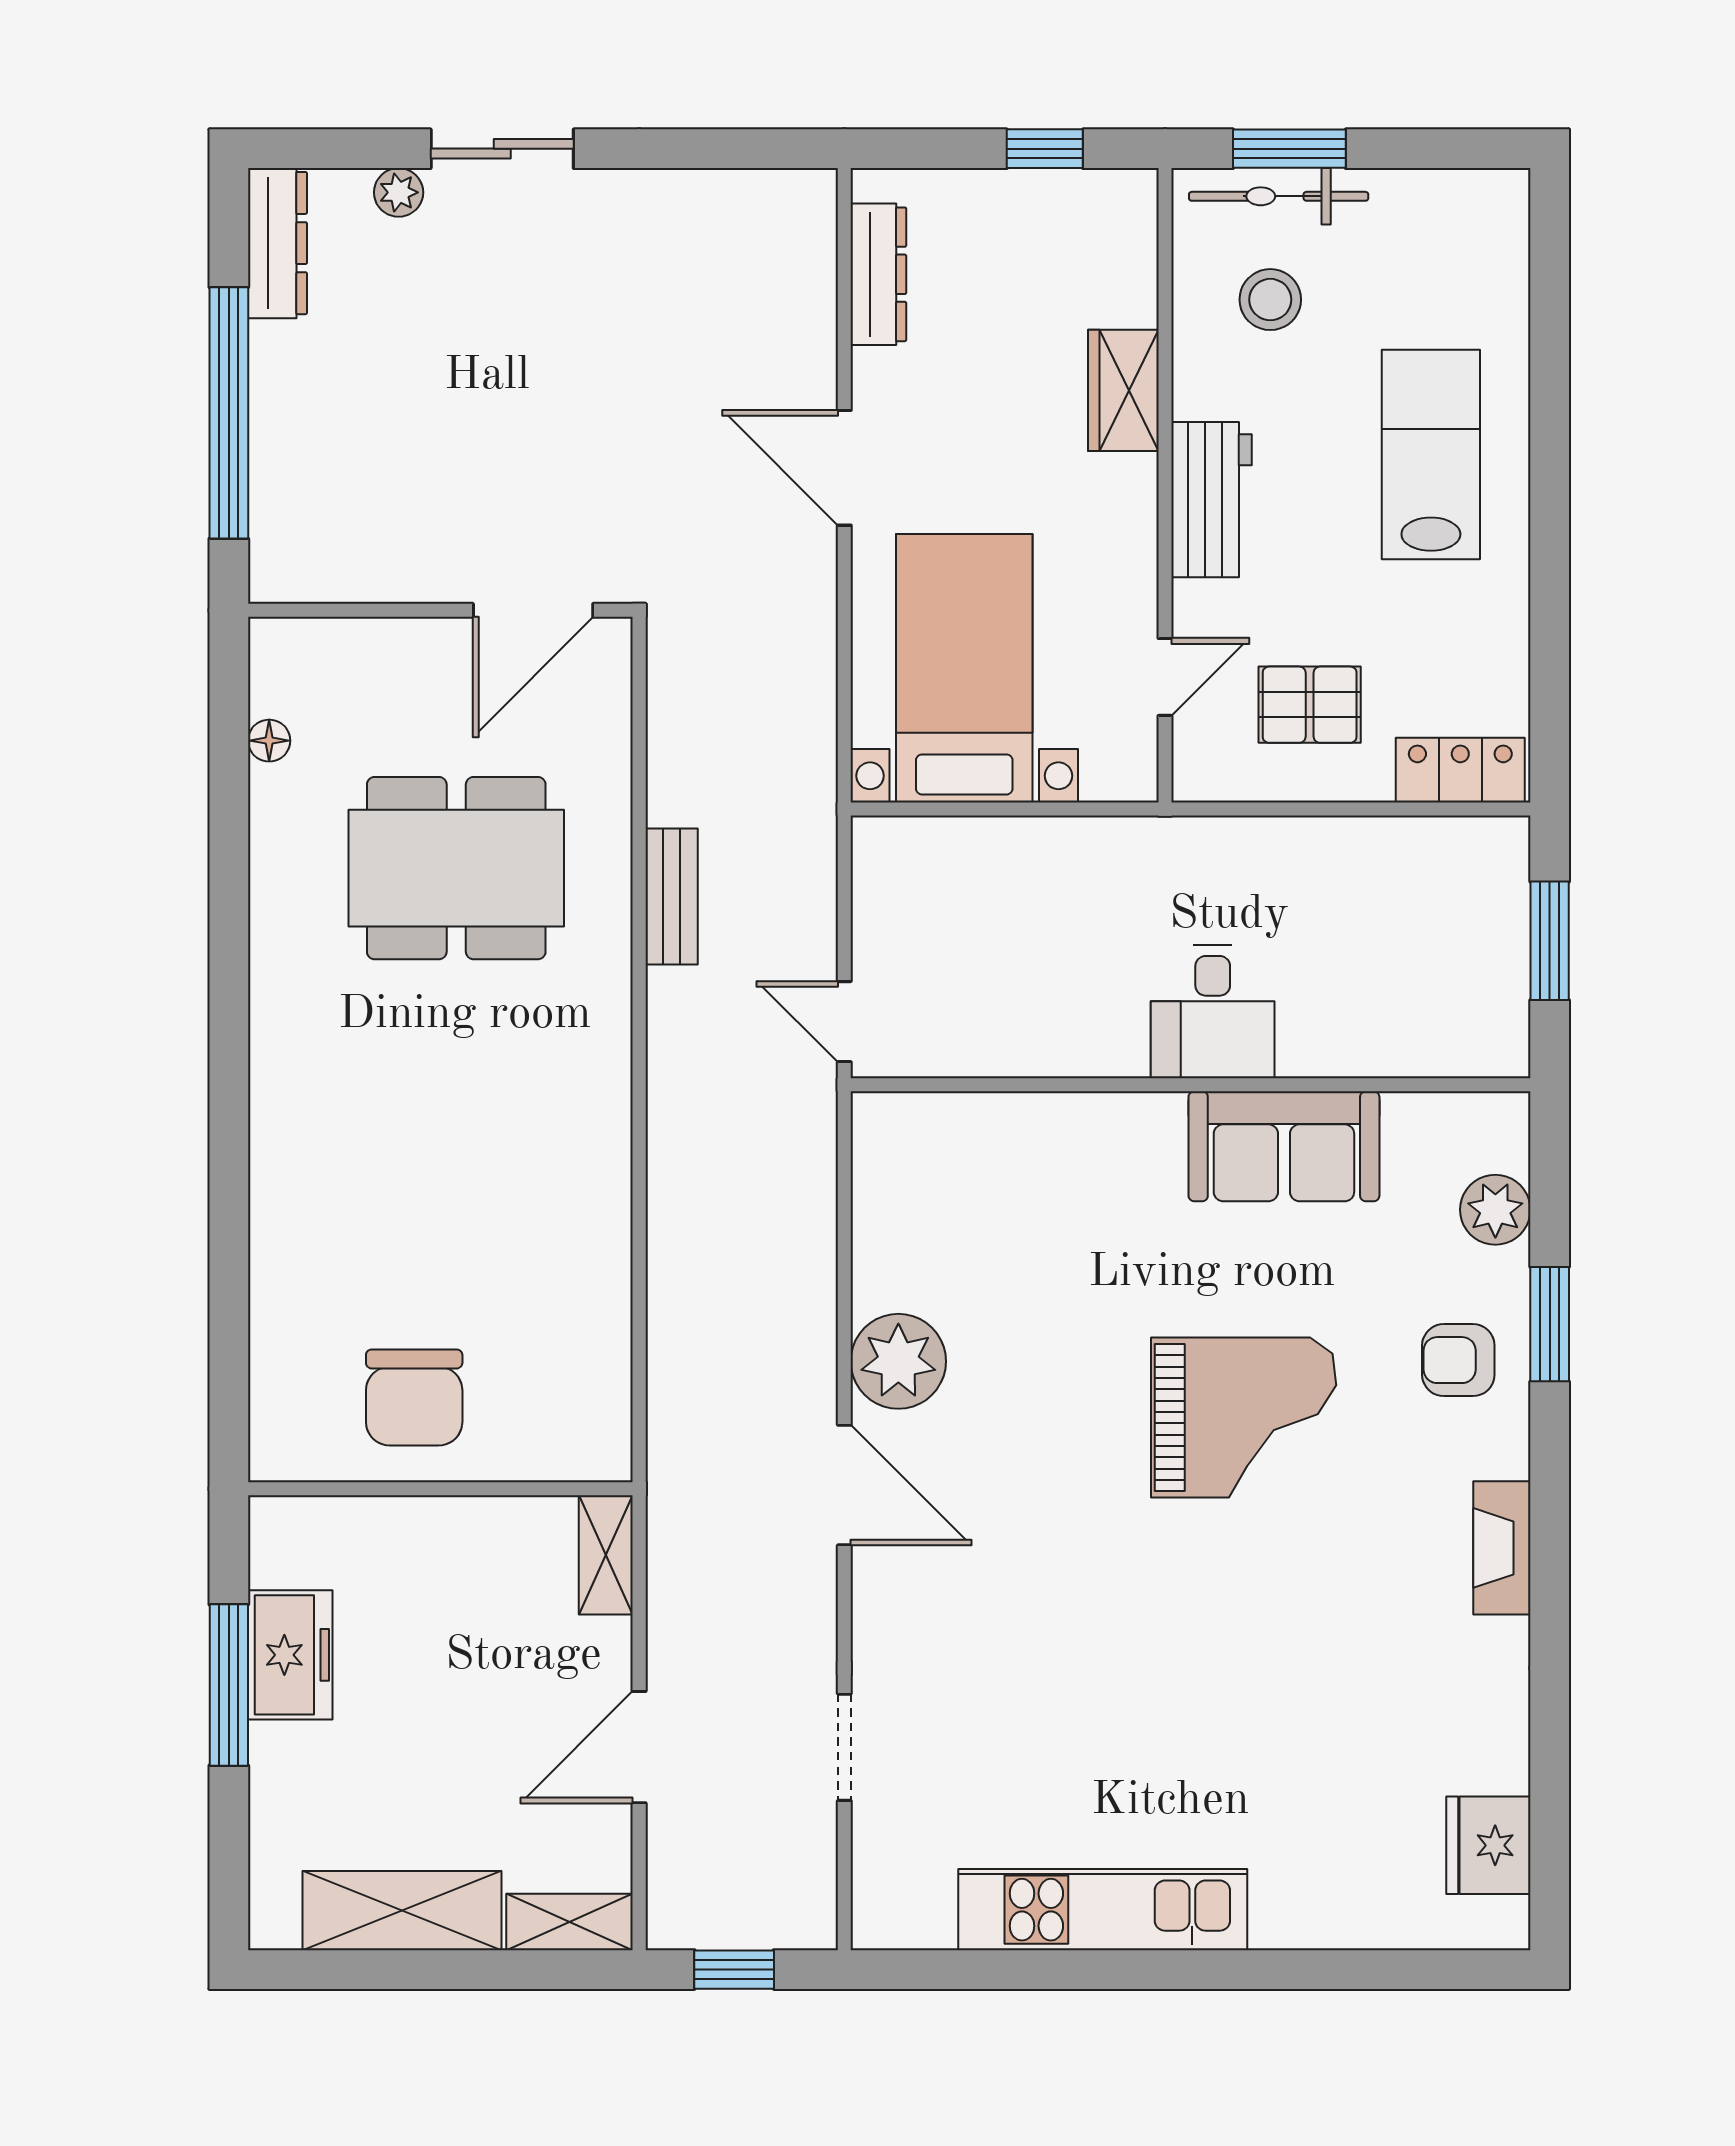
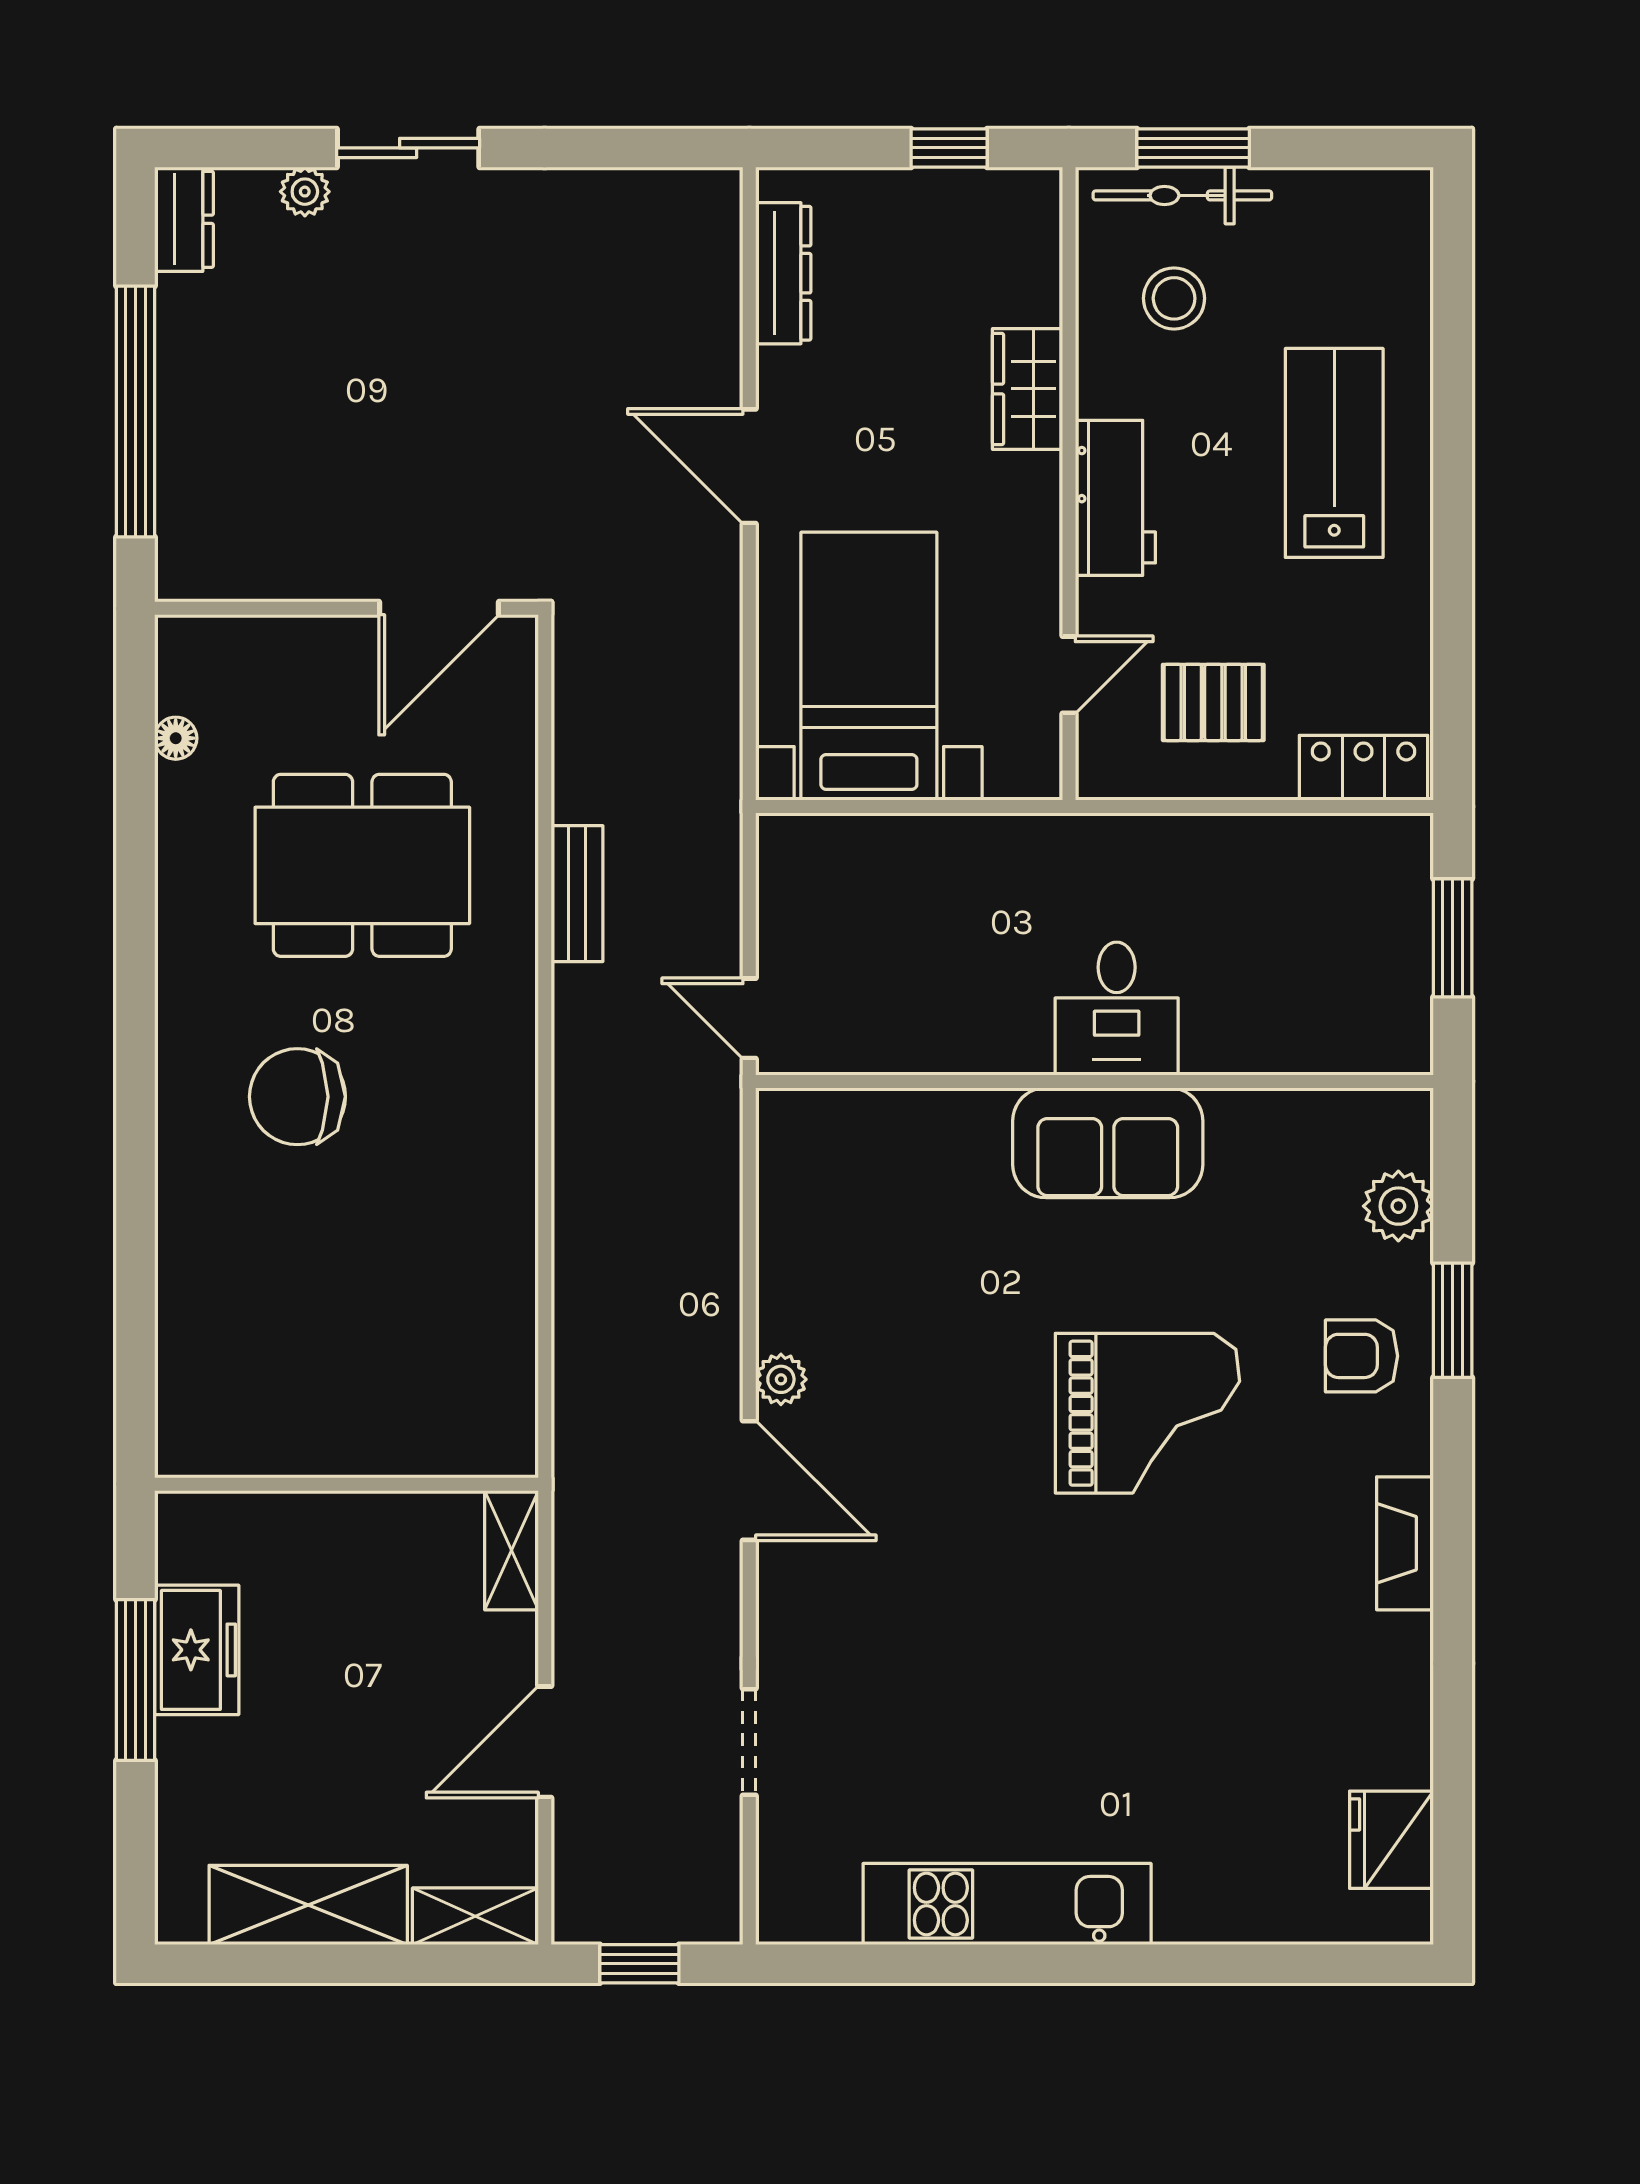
dresser: (277, 243) -> (184, 219), width x0.70
sofa: (1284, 1146) -> (1108, 1143), moved
plant: (898, 1361) -> (781, 1379), width x0.53, depth x0.53
chair: (414, 1397) -> (297, 1097), moved, turned 90

